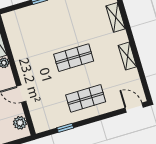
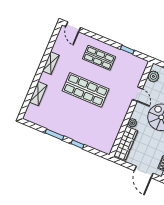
shop shelf: (74, 58) -> (86, 90), width x1.43, depth x1.36

